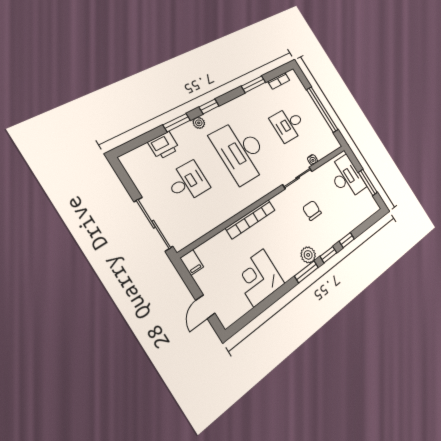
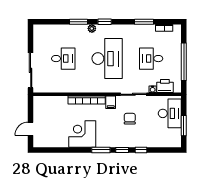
printer: (164, 145) -> (165, 86), moved, turned 180
desk: (241, 151) -> (107, 59), turned 180
plant: (308, 255) -> (109, 142), removed
filing cabinet: (192, 262) -> (111, 102), moved
corner desk: (259, 278) -> (82, 134), moved

